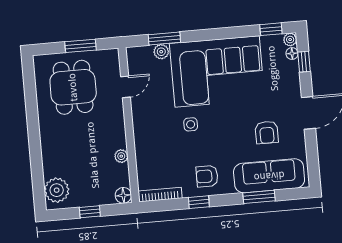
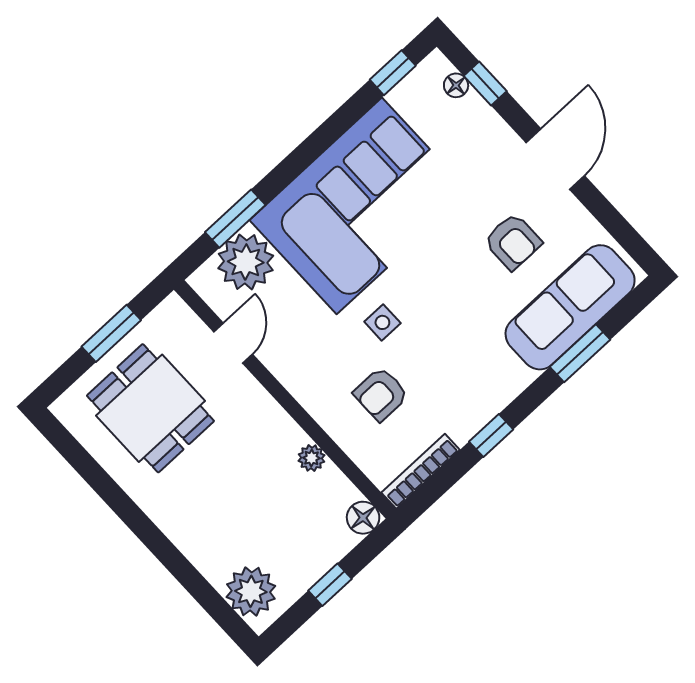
plant: (290, 40) -> (436, 66), removed
plant: (161, 52) -> (246, 262), width x1.88, depth x1.88
armchair: (207, 176) -> (381, 394), moved

